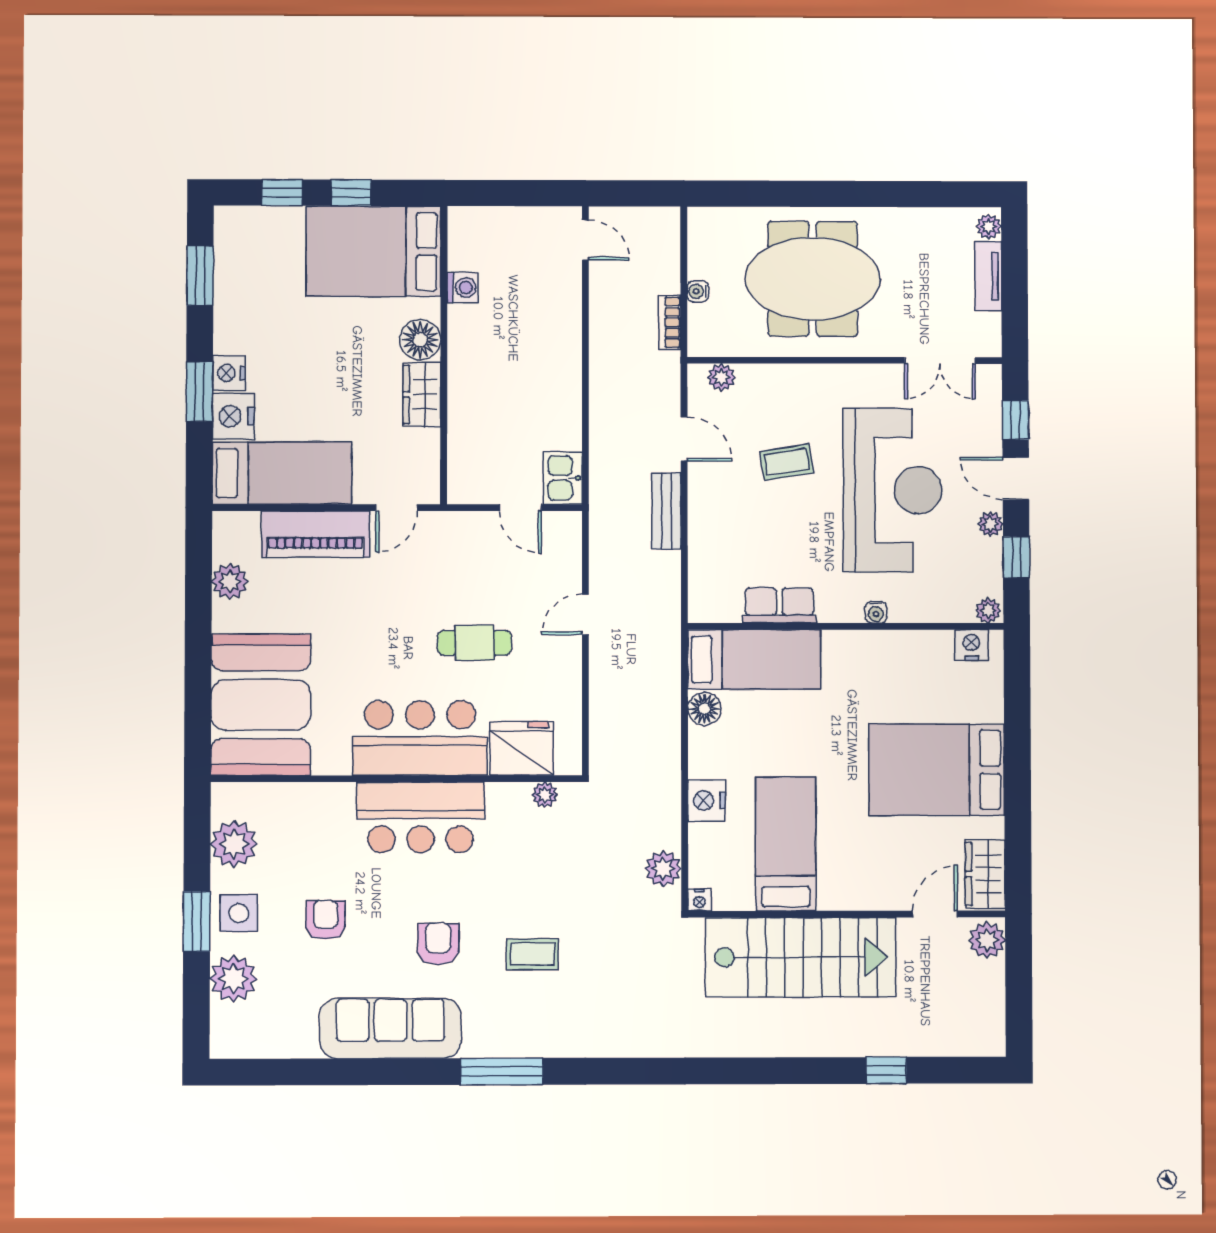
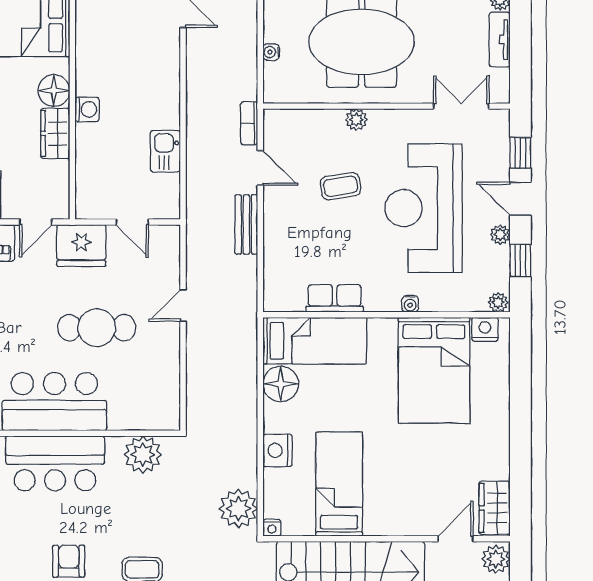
washing machine: (463, 288) -> (87, 109), moved
bookcase: (670, 322) -> (249, 123), moved
double door: (940, 361) -> (461, 106), swing flipped
plant: (721, 377) -> (356, 120), moved
kitchen sink: (563, 478) -> (165, 151), moved
reception desk: (893, 490) -> (424, 208), turned 180
cafe table: (475, 643) -> (97, 328), width x1.37, depth x1.35
floor lamp: (704, 709) -> (281, 384), width x1.38, depth x1.38
fridge: (522, 748) -> (81, 246), moved, turned 180
bed: (937, 770) -> (434, 370), moved, turned -90
plant: (545, 795) -> (143, 455), width x1.88, depth x1.88
plant: (663, 869) -> (238, 508), width x1.36, depth x1.36

